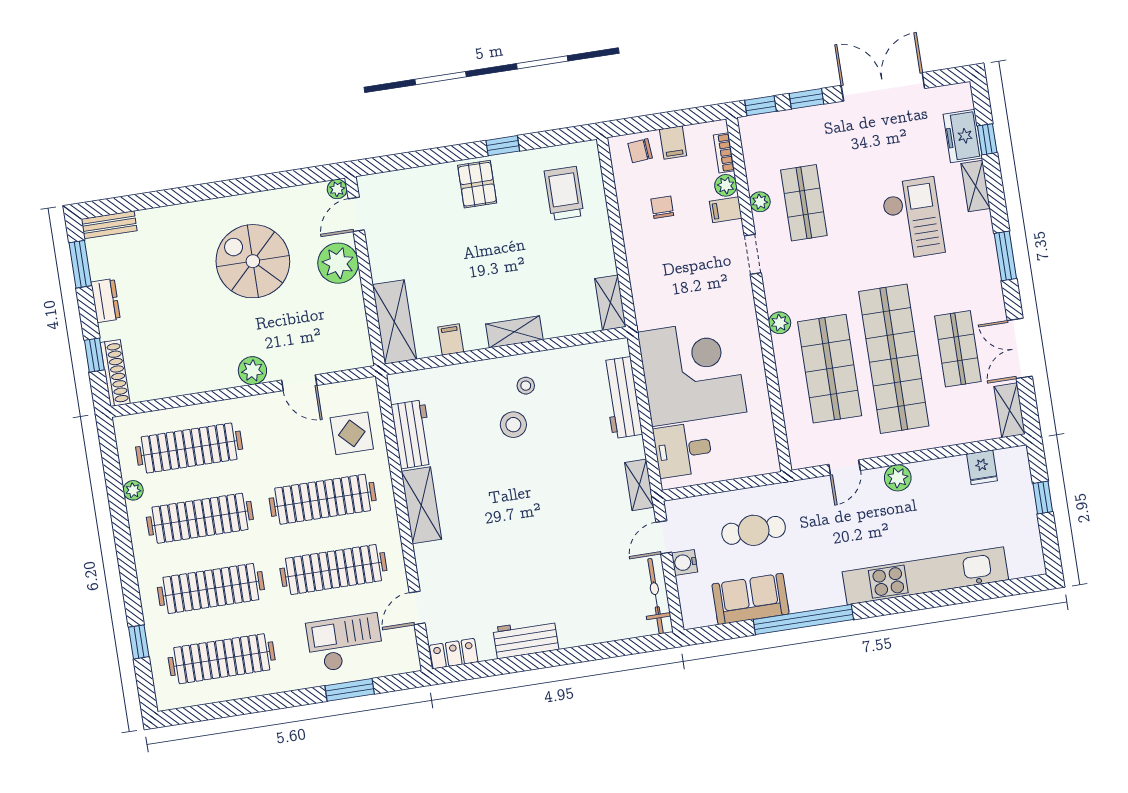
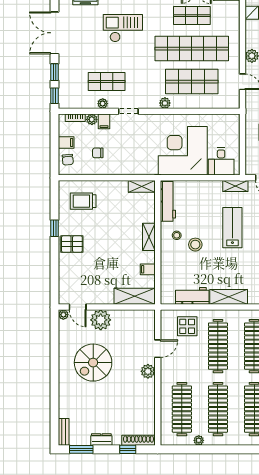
workbench: (622, 398) -> (168, 201), moved, turned -90
lab bench: (557, 492) -> (232, 228), added

